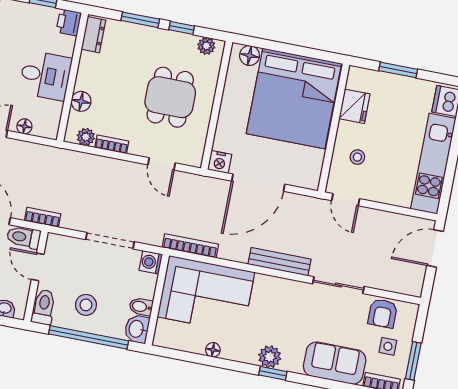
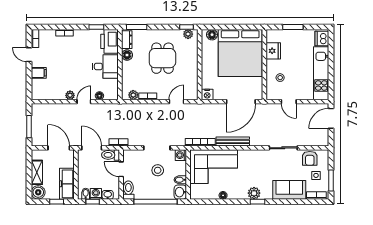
window: (140, 20) -> (137, 27), moved
printer: (69, 22) -> (109, 41), width x1.87, depth x1.48
window: (182, 28) -> (187, 27), moved
dining table: (170, 97) -> (162, 58), moved
floor lamp: (81, 101) -> (127, 55), moved
door: (162, 164) -> (176, 102), swing flipped
door: (258, 183) -> (241, 102), moved
door: (346, 200) -> (289, 102), moved
bench: (279, 262) -> (233, 141), moved
stool: (86, 305) -> (158, 170), moved

